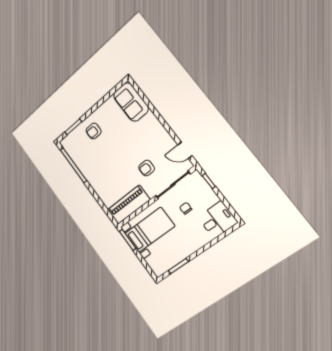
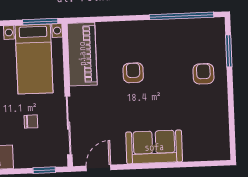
sofa: (131, 102) -> (154, 147), moved
armchair: (147, 168) -> (133, 73), moved

